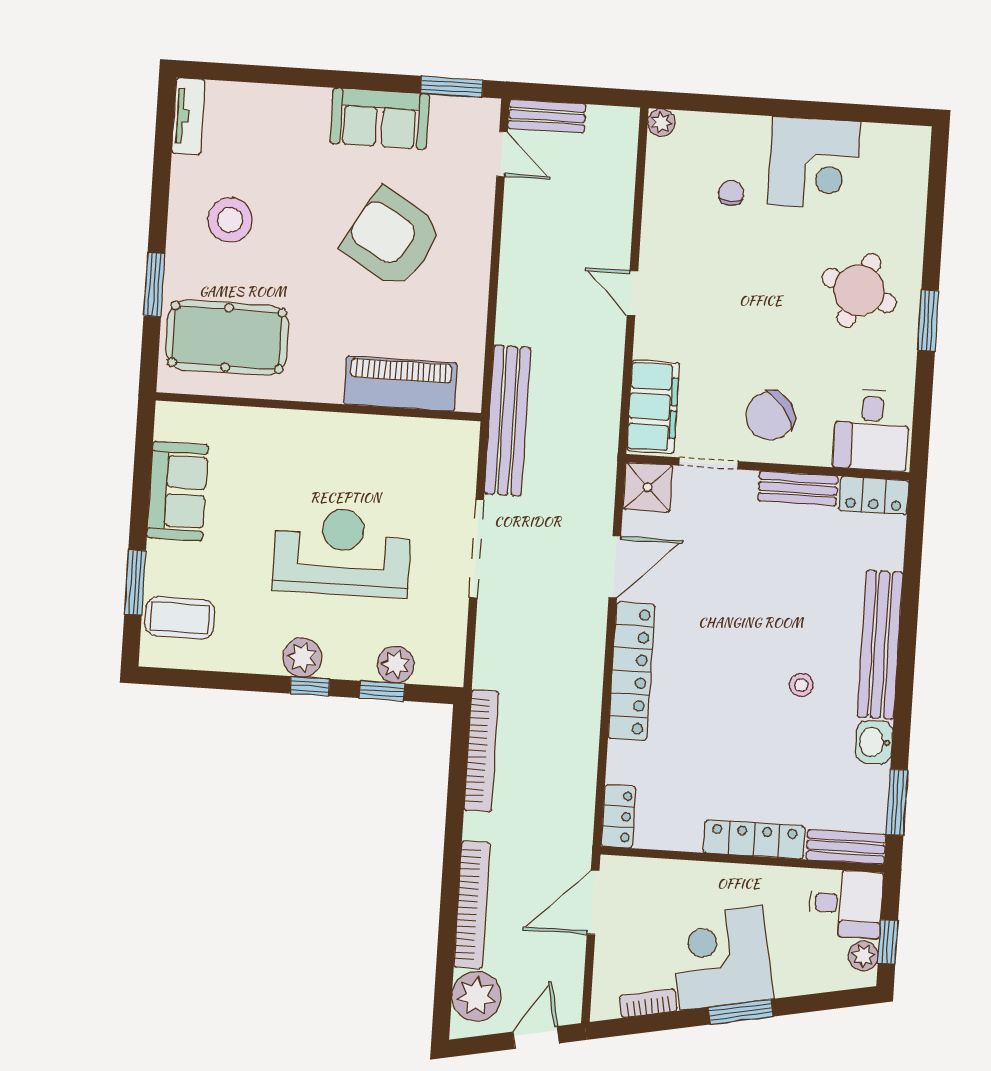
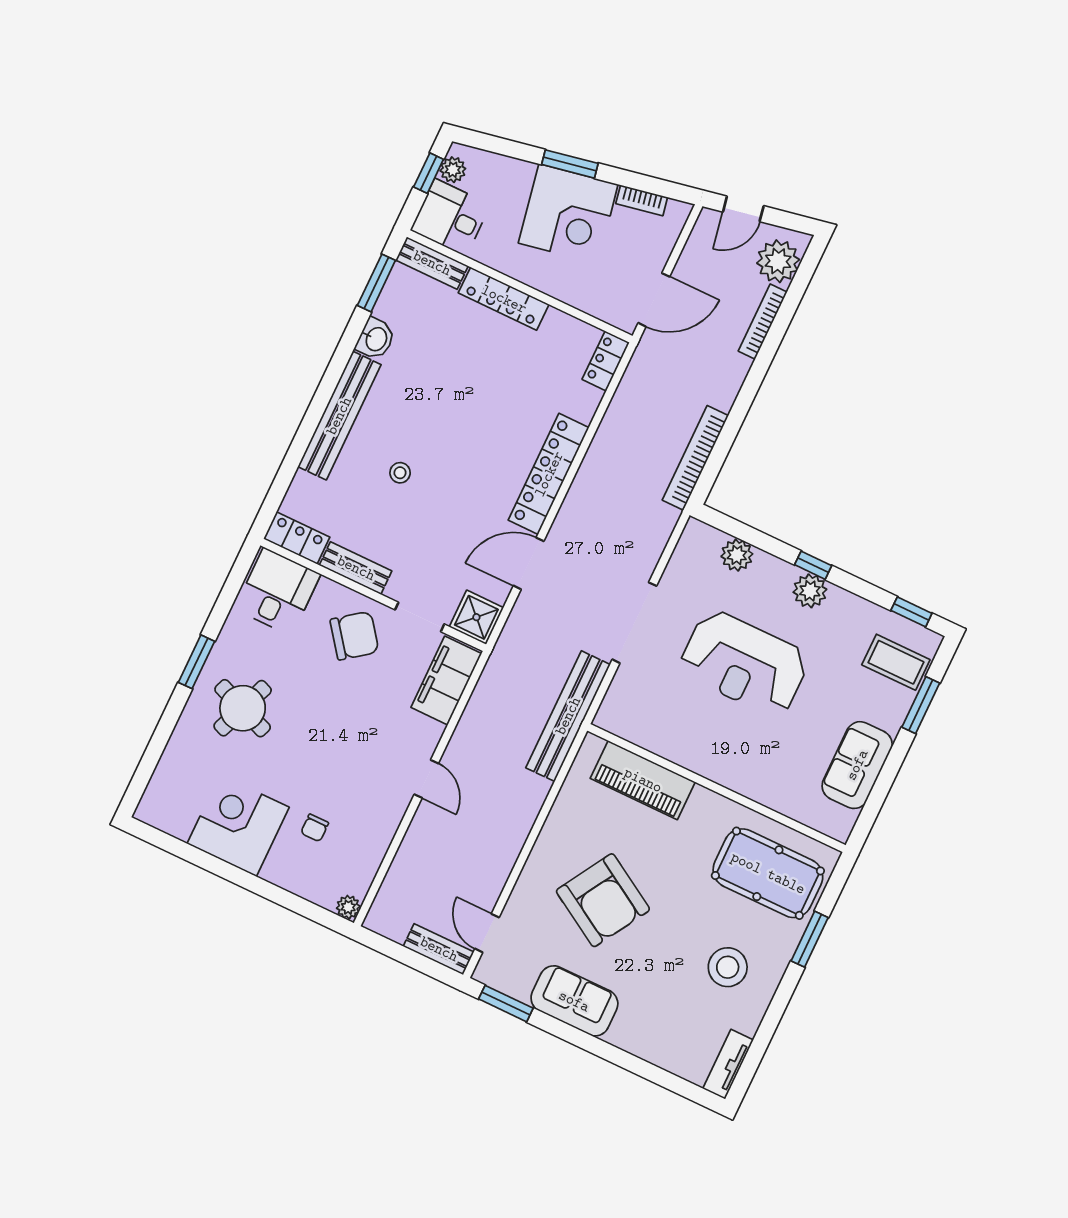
stool: (801, 685) -> (400, 473), moved
window: (382, 691) -> (911, 612), moved
bookcase: (472, 905) -> (763, 322), width x0.68, depth x0.76

